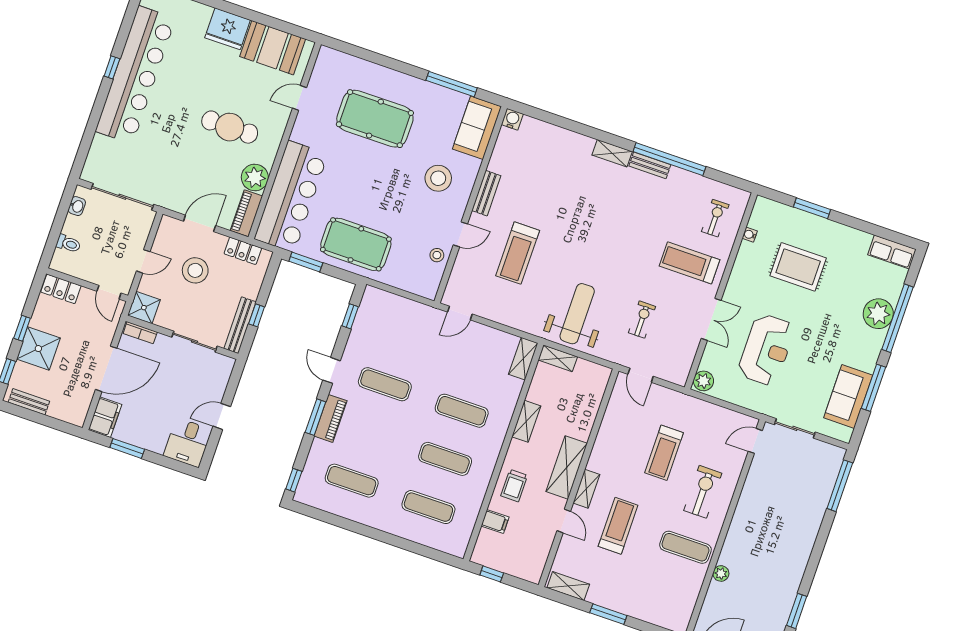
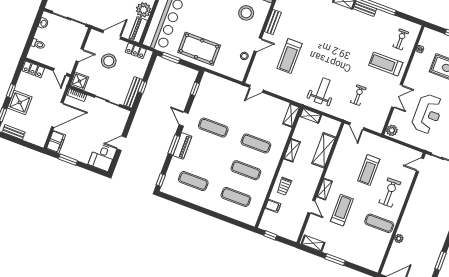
weight bench: (577, 314) -> (322, 91), width x0.73, depth x0.75
shelving: (567, 467) -> (324, 150), moved

